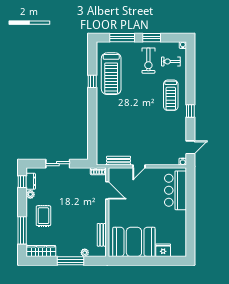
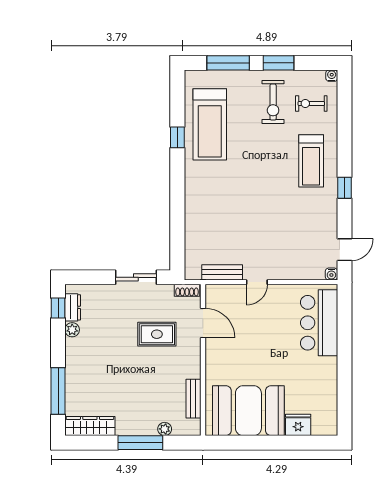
sliding door: (58, 164) -> (136, 277), moved
rug: (43, 216) -> (157, 334), moved, turned 90

